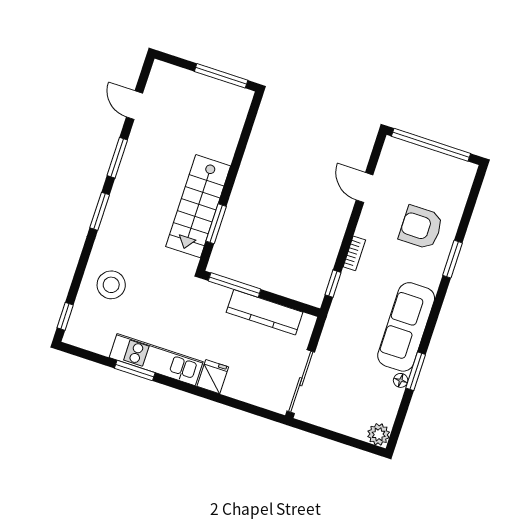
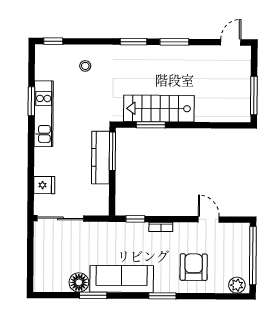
door: (135, 105) -> (231, 42), moved
door: (365, 187) -> (209, 219), hinge flipped
window: (453, 259) -> (162, 296), moved
stool: (111, 285) -> (85, 66), width x0.53, depth x0.53
kitchen counter: (265, 312) -> (100, 158), moved
fridge: (213, 377) -> (44, 185), moved
floor lamp: (401, 380) -> (79, 282), width x1.89, depth x1.89
plant: (379, 434) -> (237, 285), moved

